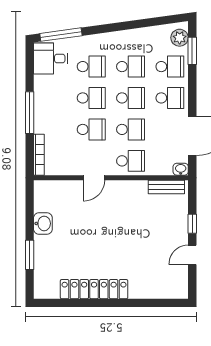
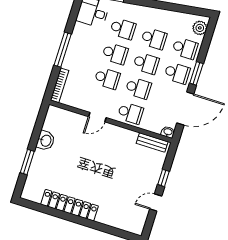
window: (192, 51) -> (196, 73), moved

